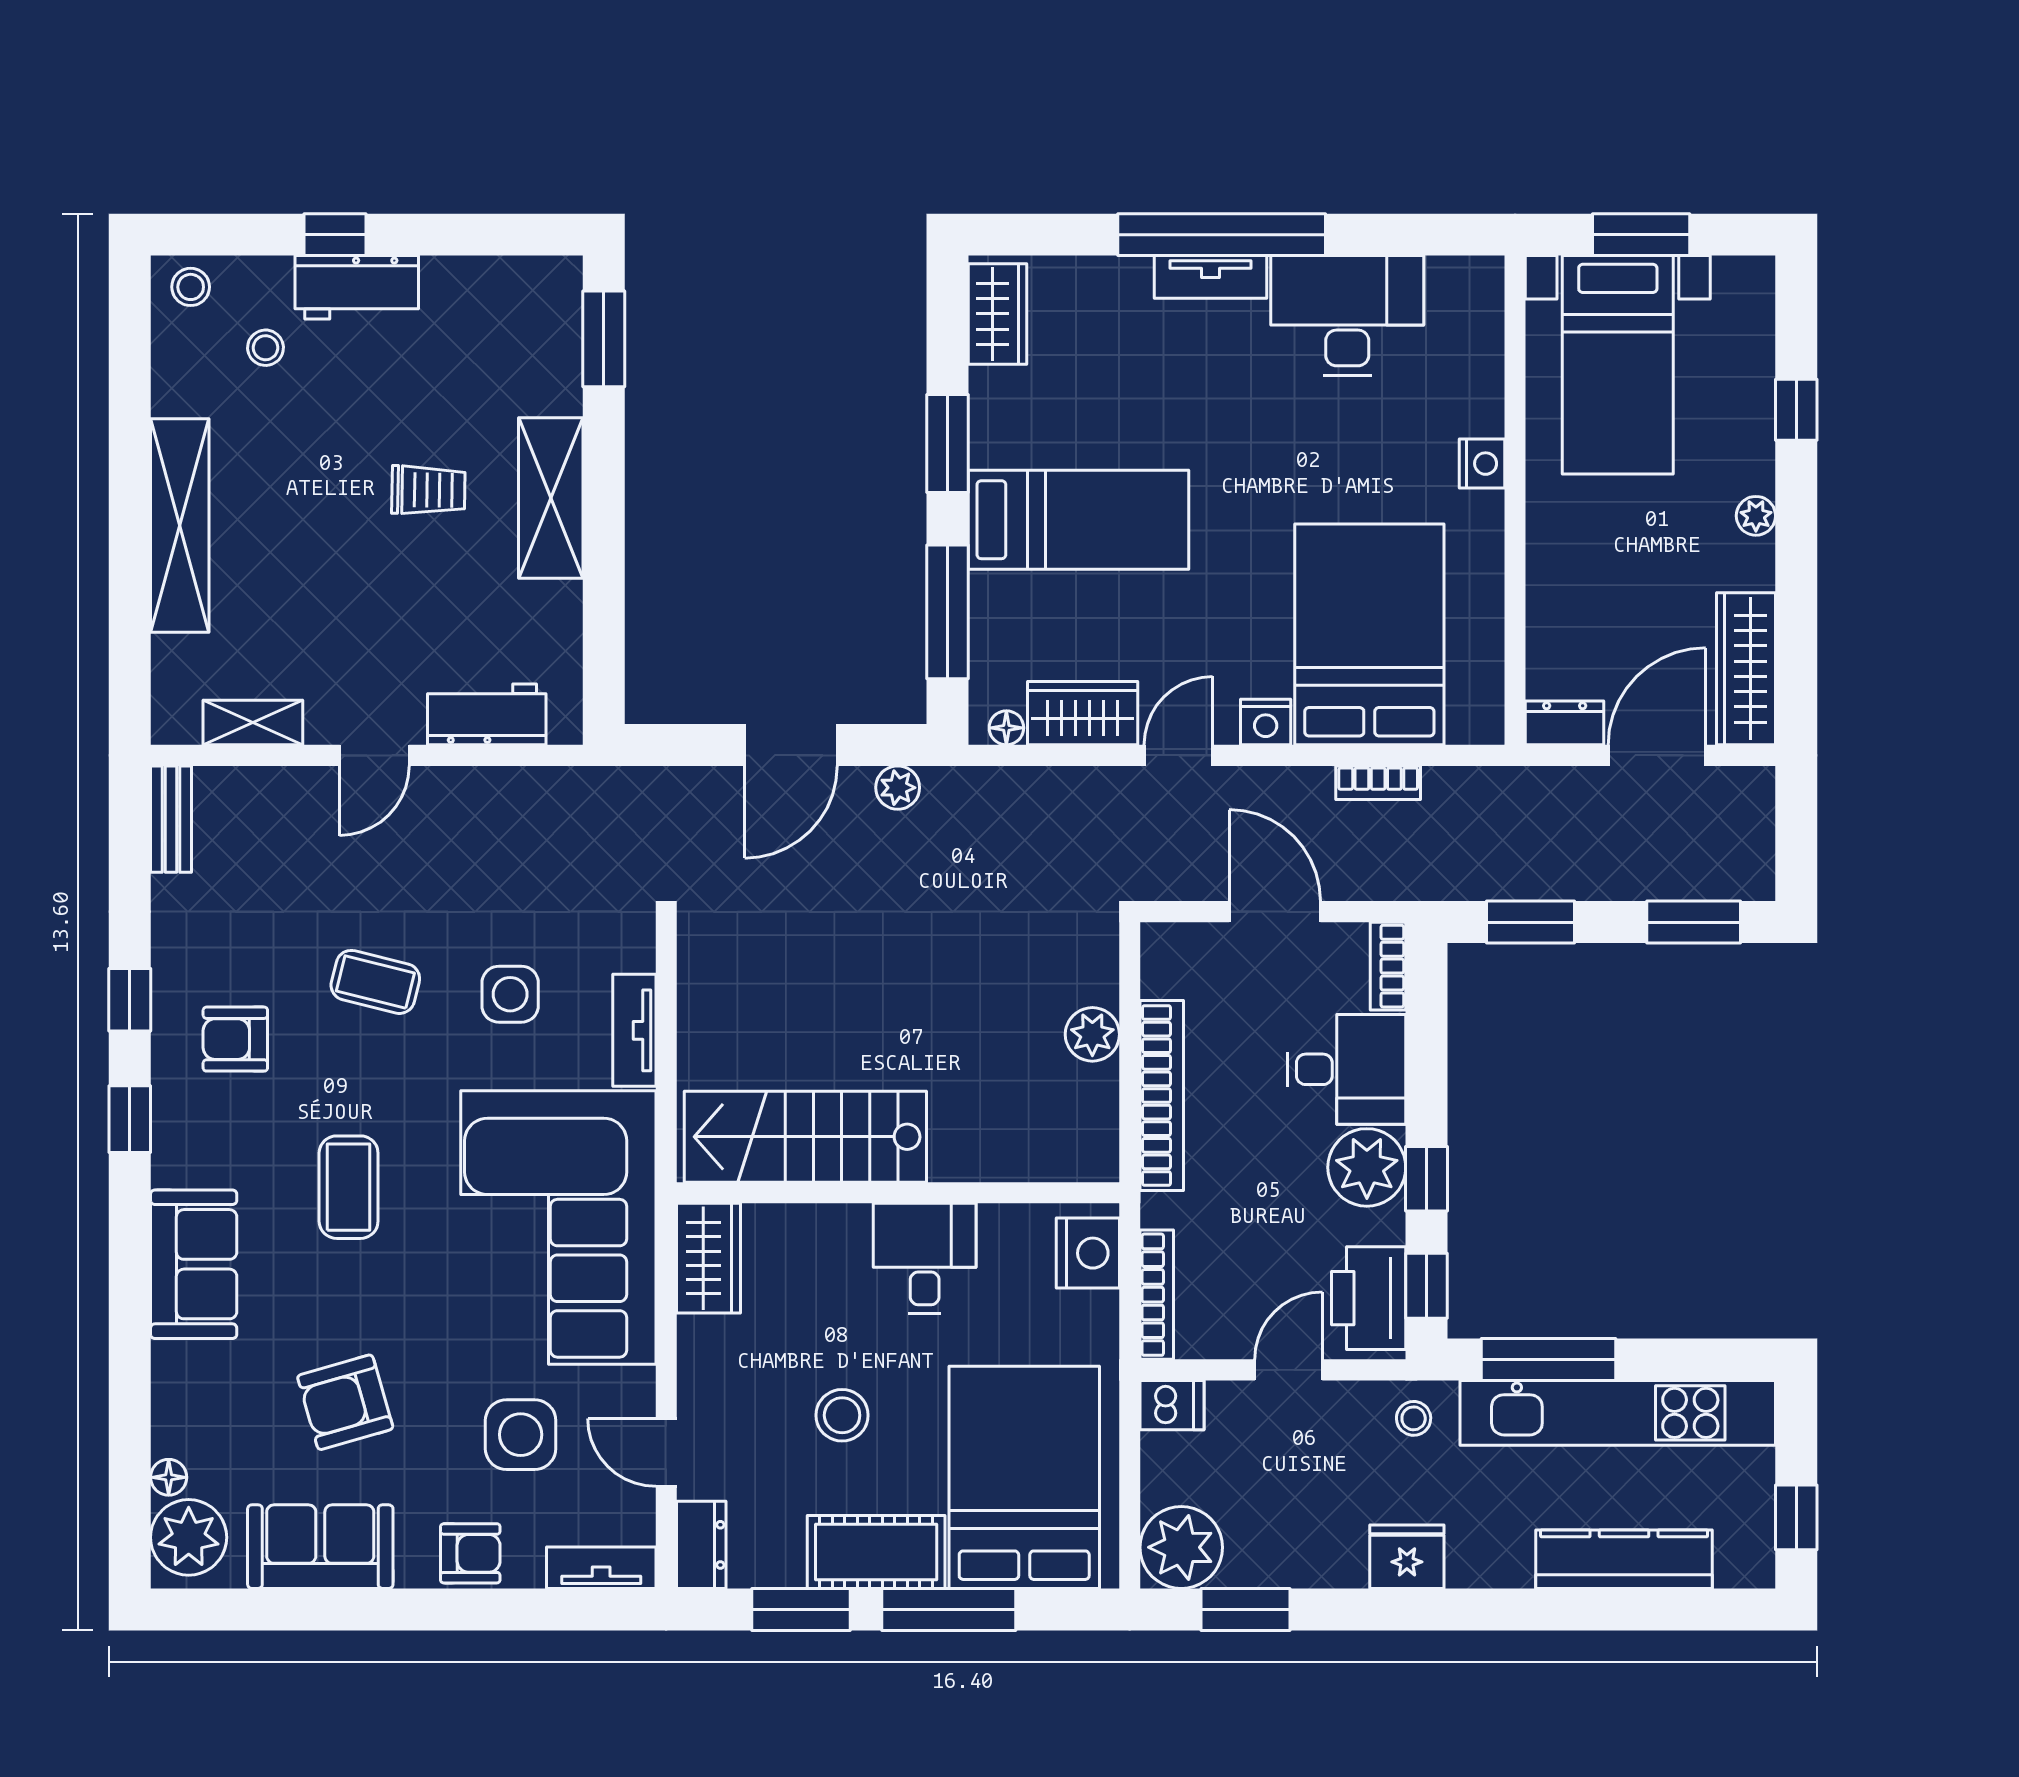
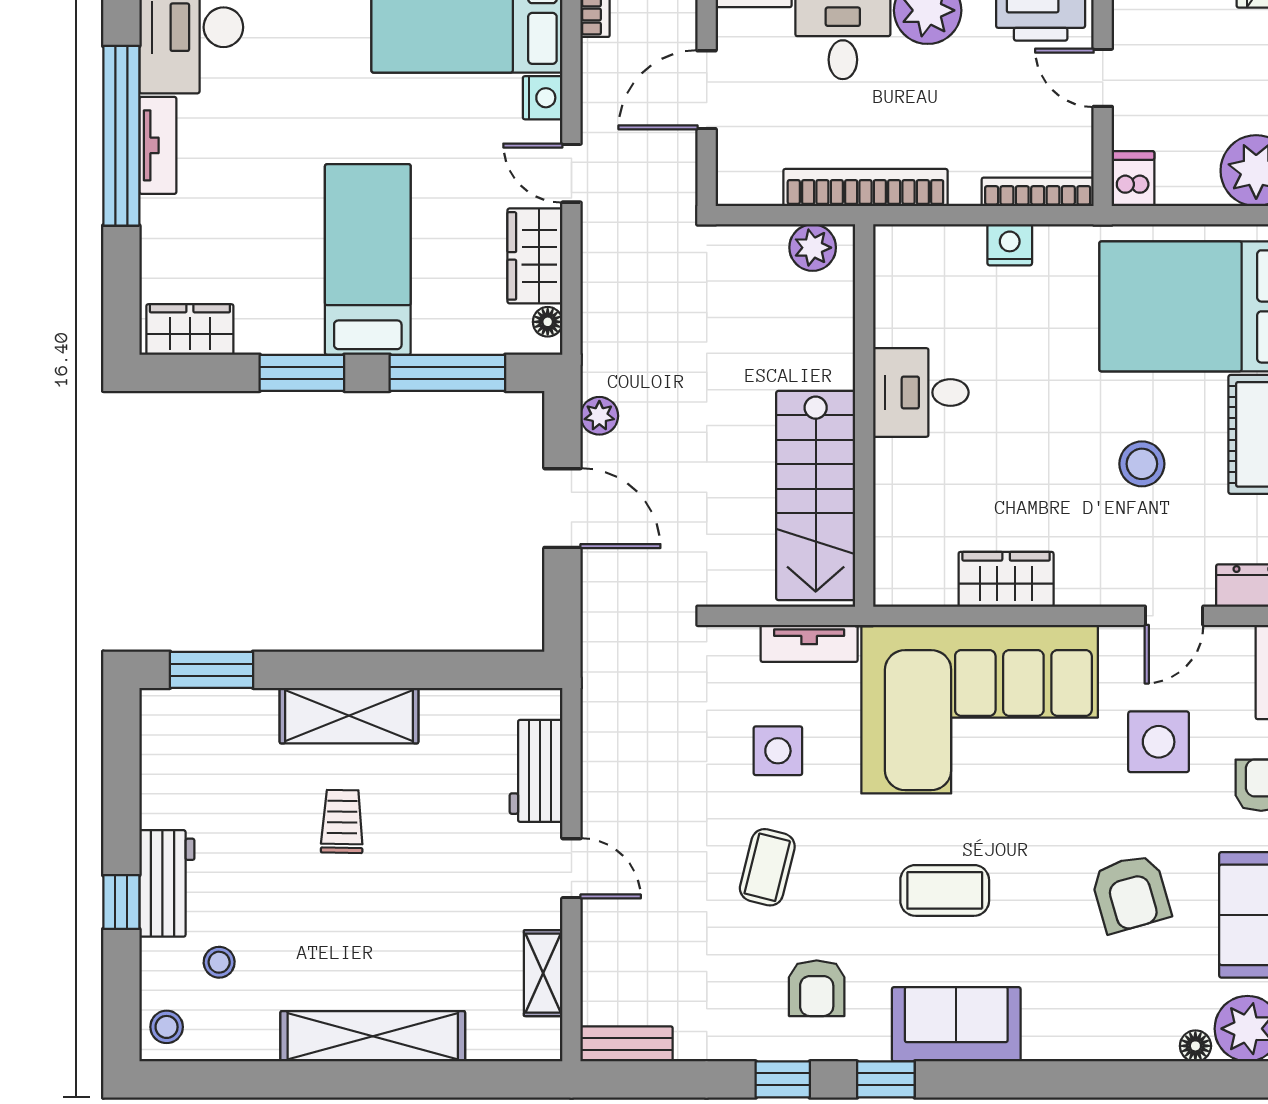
stairs: (805, 1137) -> (816, 495), moved
wall: (898, 1193) -> (864, 416), moved
nightstand: (1088, 1253) -> (1010, 245), width x0.74, depth x0.75
desk: (925, 1259) -> (921, 392), moved
sofa: (194, 1264) -> (956, 1024), moved

